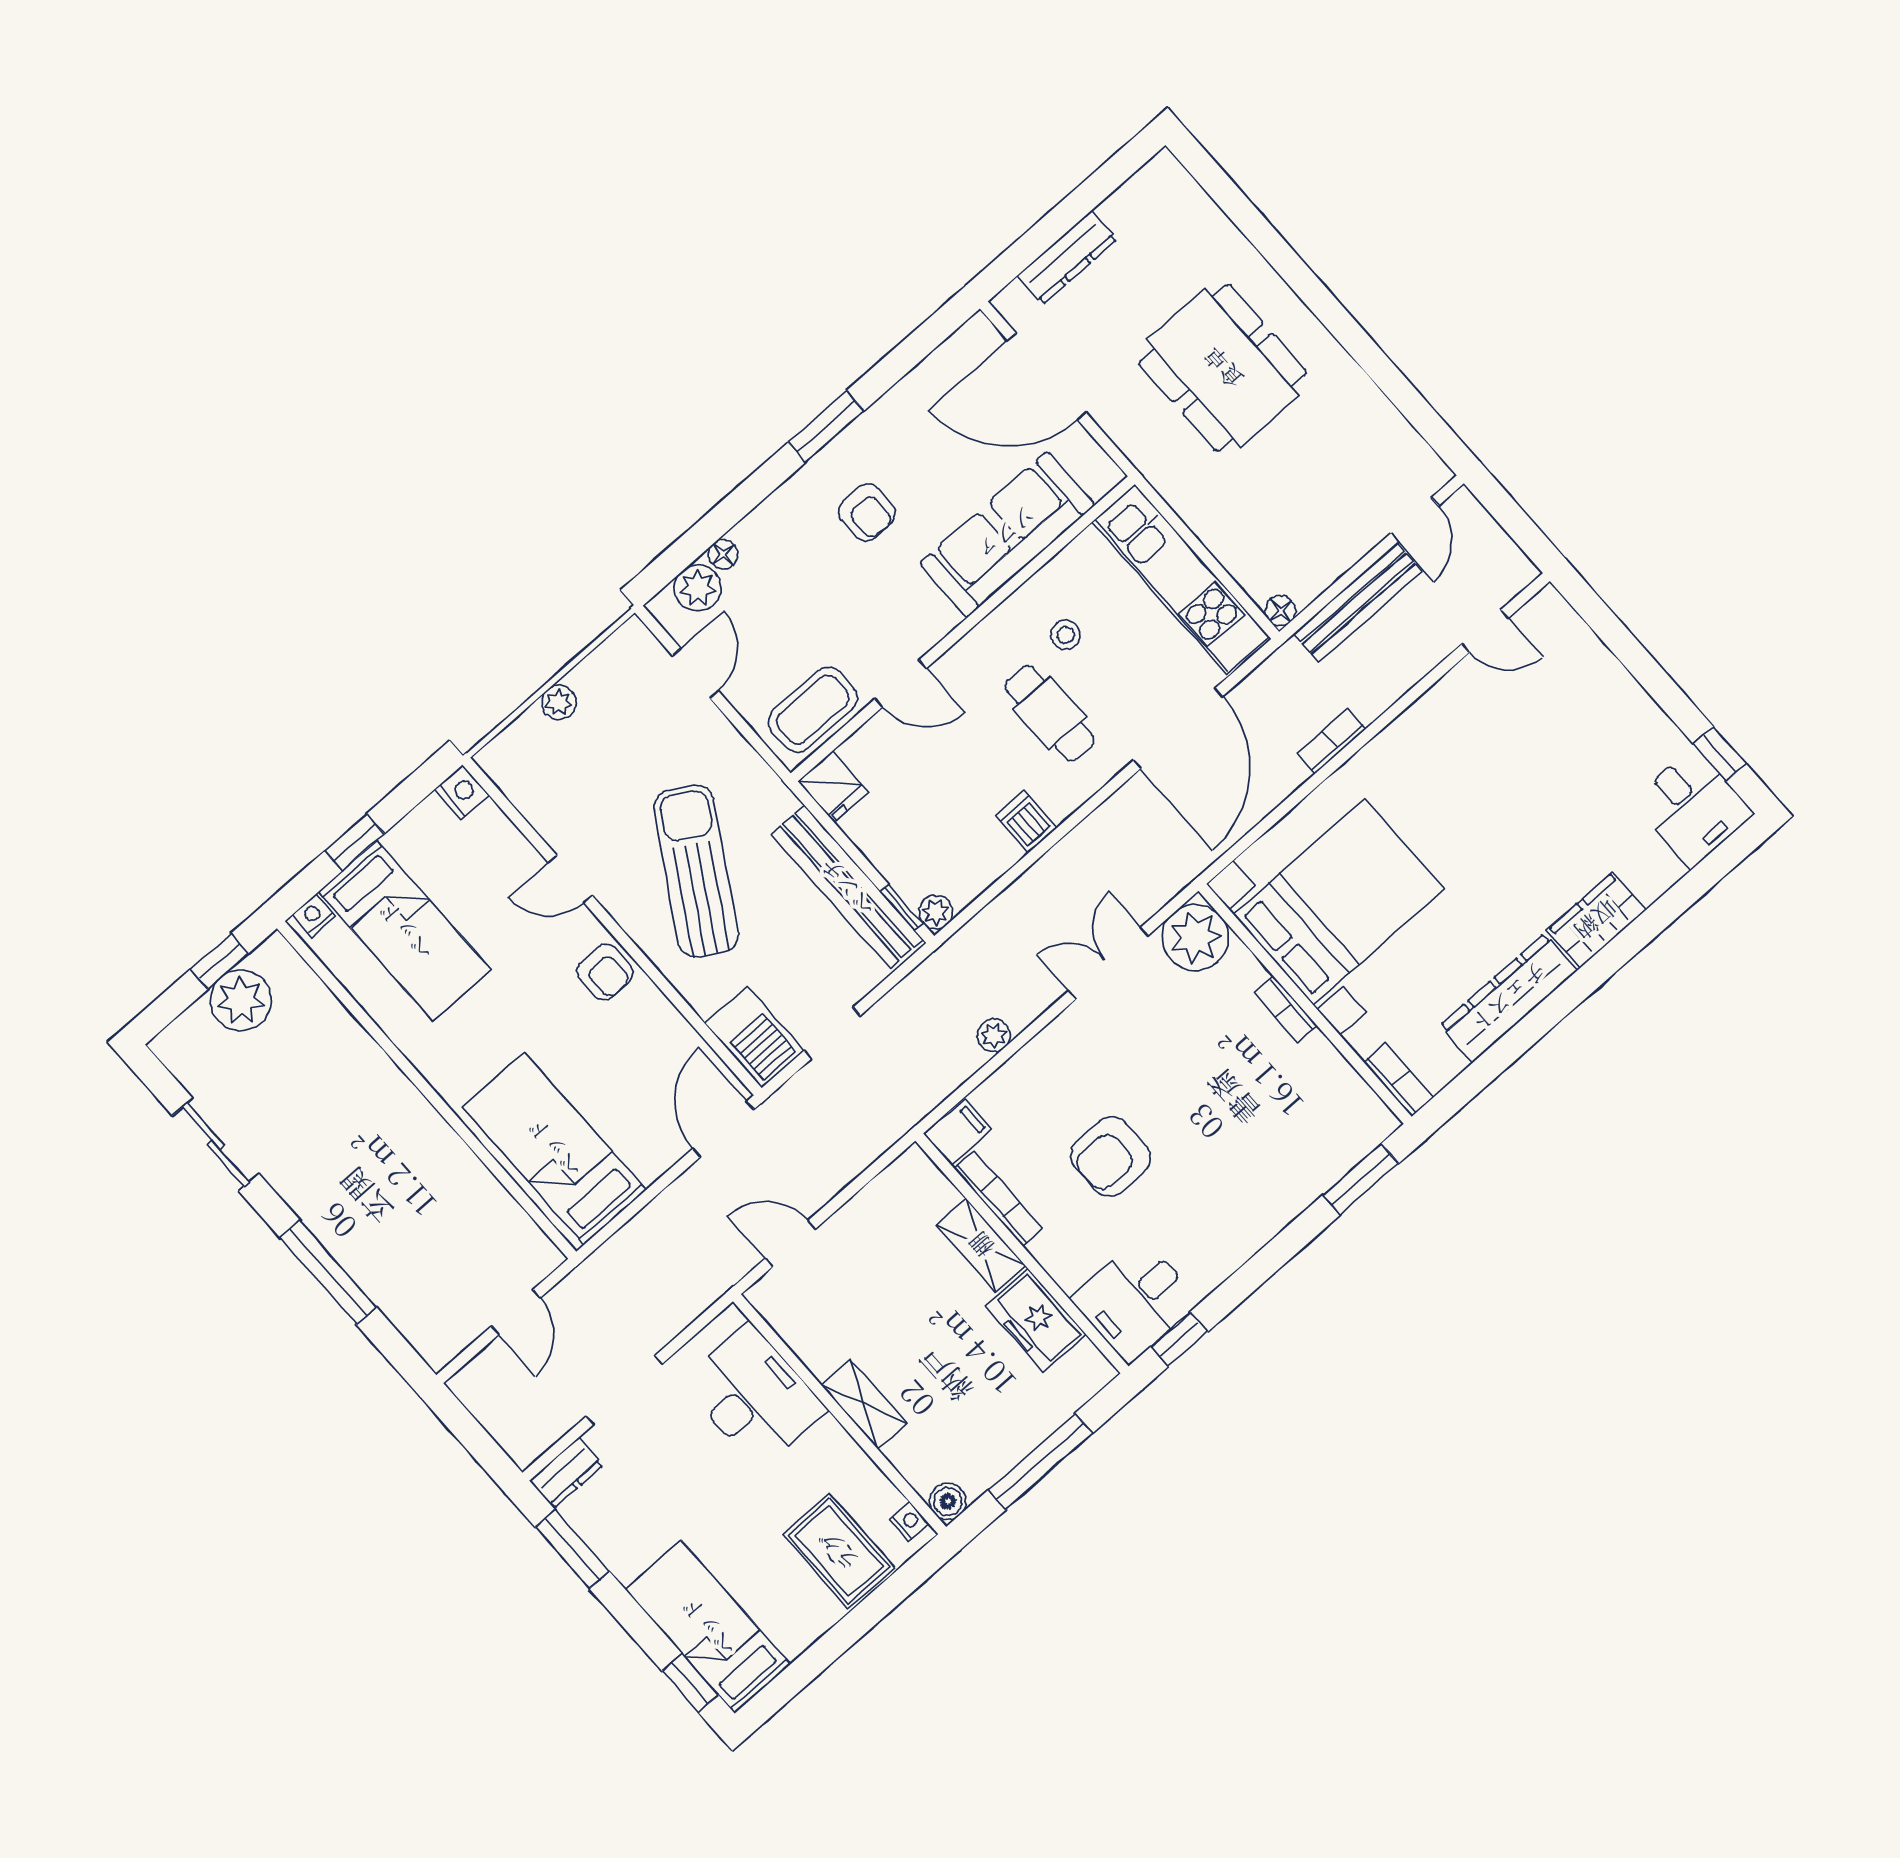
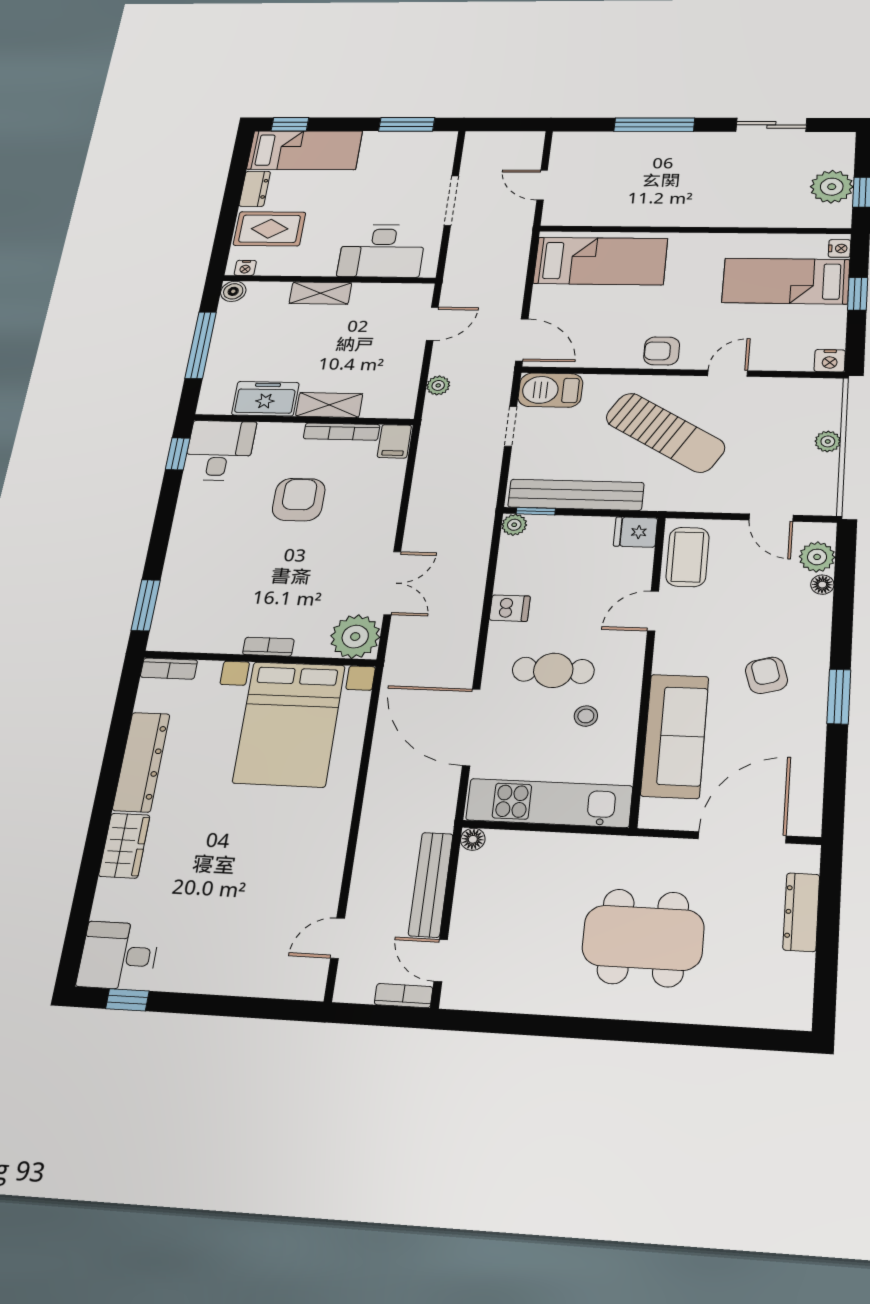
armchair: (867, 513) -> (766, 675), turned 74
bookcase: (1332, 741) -> (404, 996), moved, turned -90
plant: (994, 1035) -> (438, 385), moved
dresser: (567, 1473) -> (255, 189), moved, turned 180

